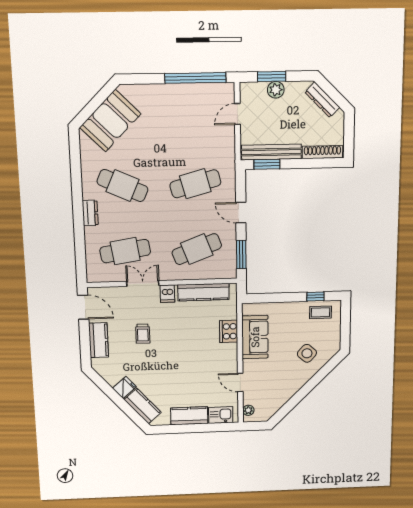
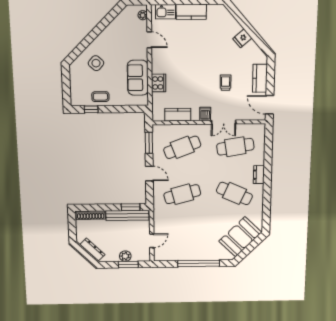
window: (195, 78) -> (199, 263), moved
kitchen counter: (203, 292) -> (178, 115), width x0.67
coffee table: (320, 312) -> (100, 97), moved
kitchen counter: (143, 406) -> (229, 22), removed

